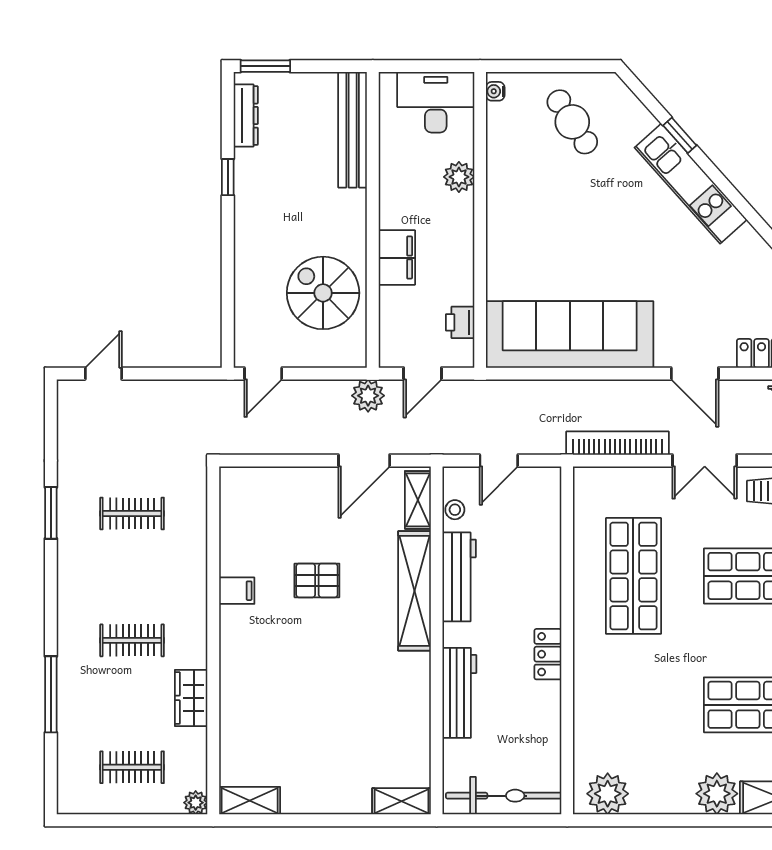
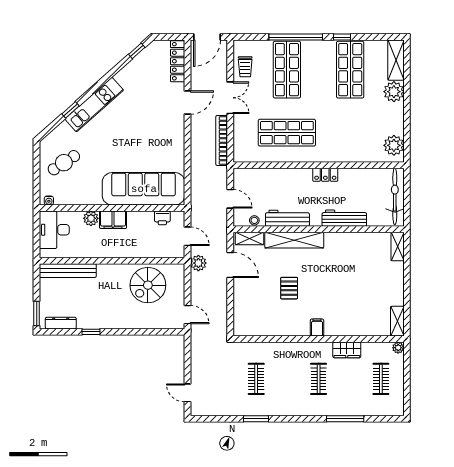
filing cabinet: (397, 258) -> (113, 220), moved, turned 180
sofa: (570, 335) -> (144, 189), moved, turned 90
filing cabinet: (237, 591) -> (317, 327), moved

